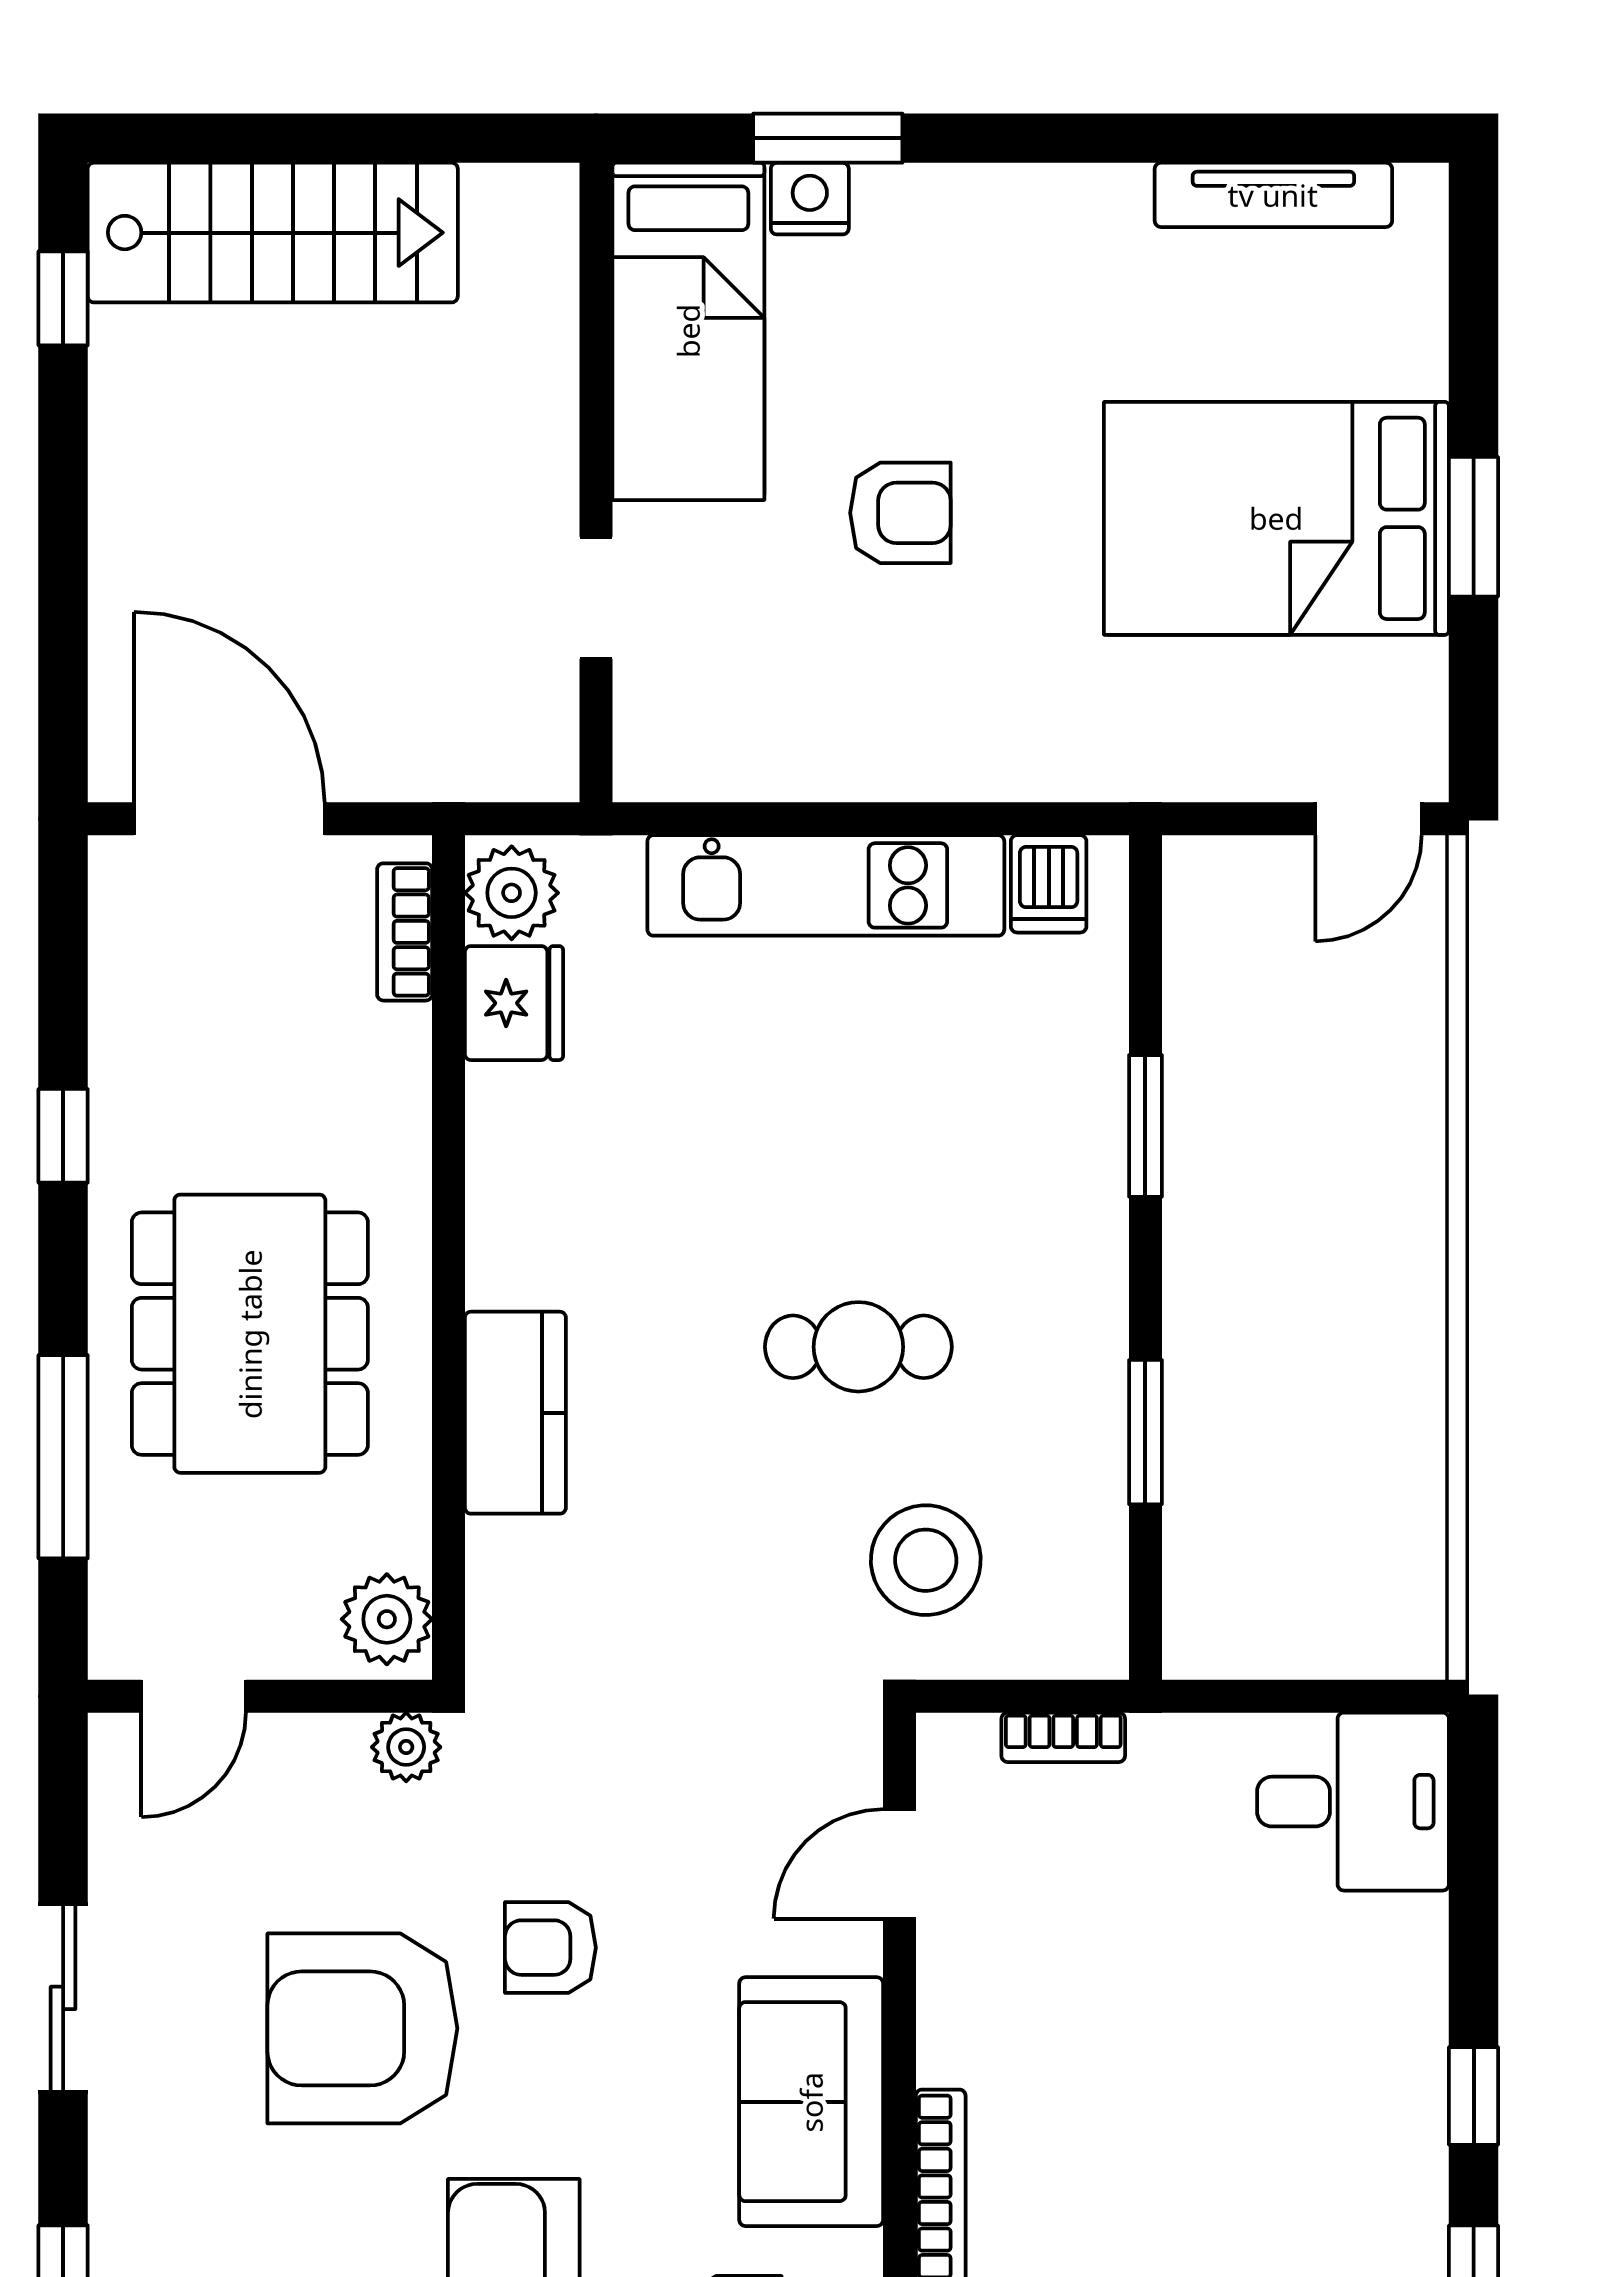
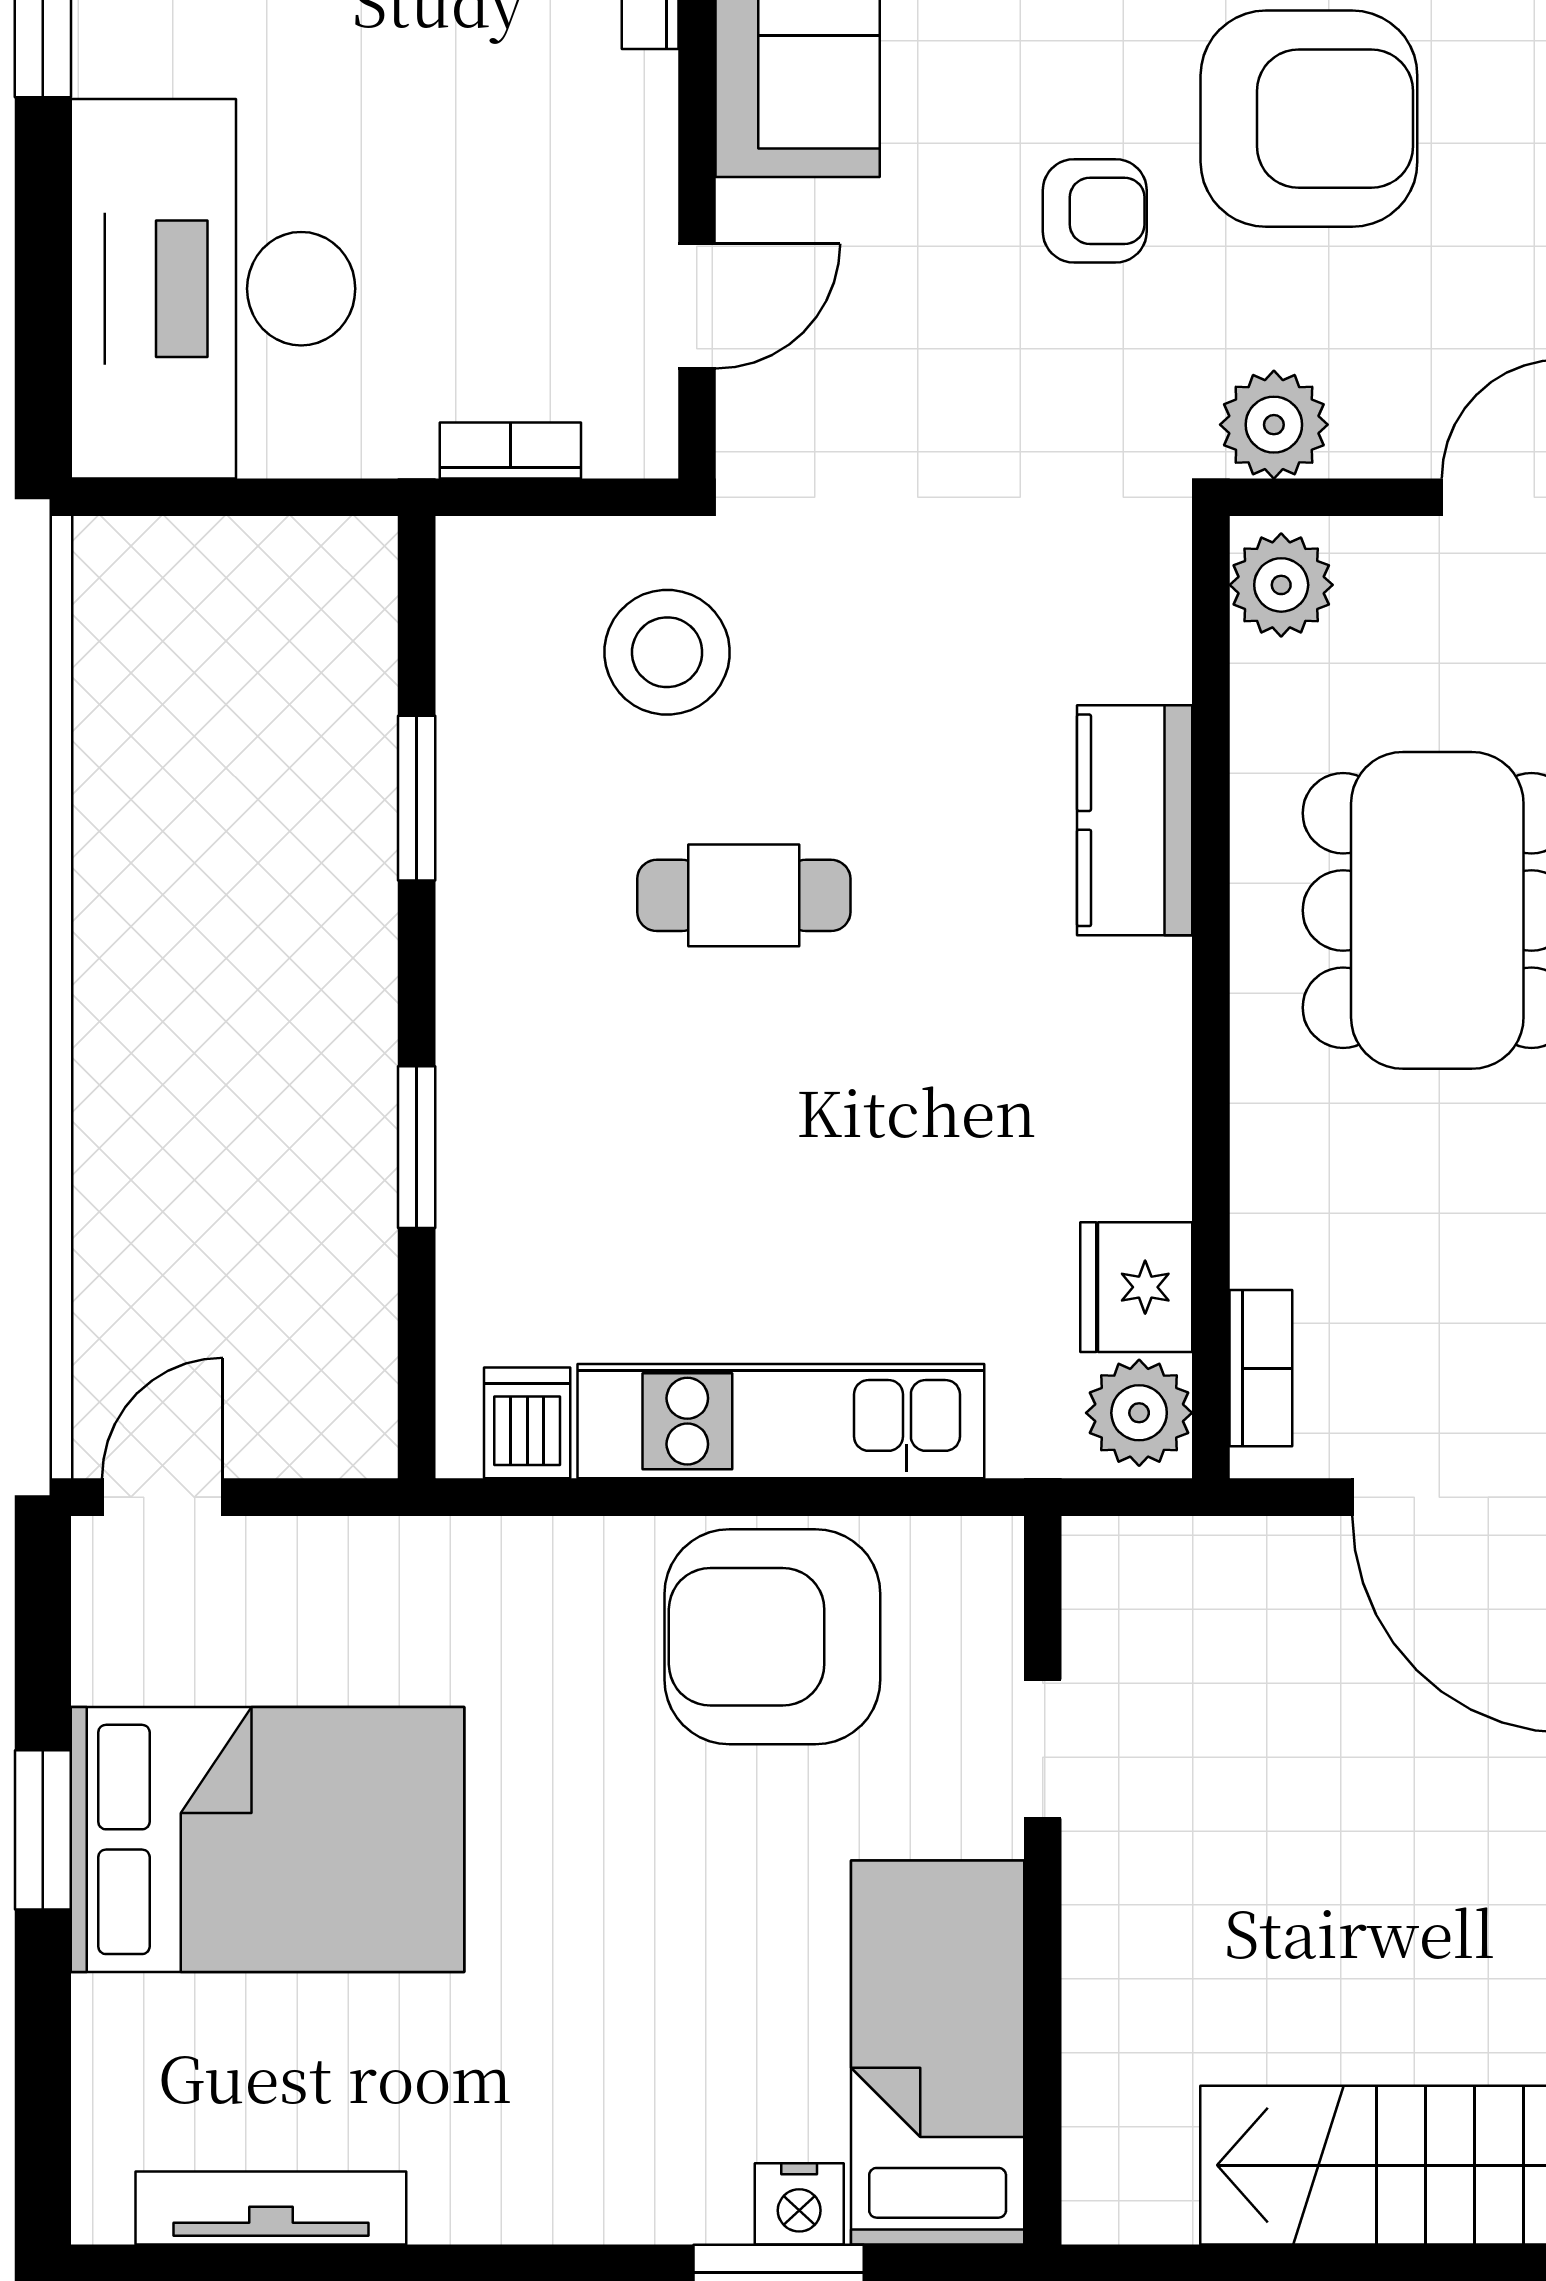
armchair: (900, 513) -> (772, 1637), moved, width x1.88, depth x1.88
plant: (406, 1747) -> (1274, 425), width x1.38, depth x1.38
desk: (1353, 1802) -> (213, 289), width x1.87, depth x1.30

